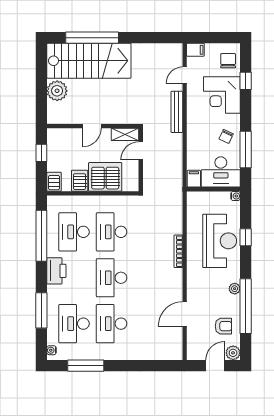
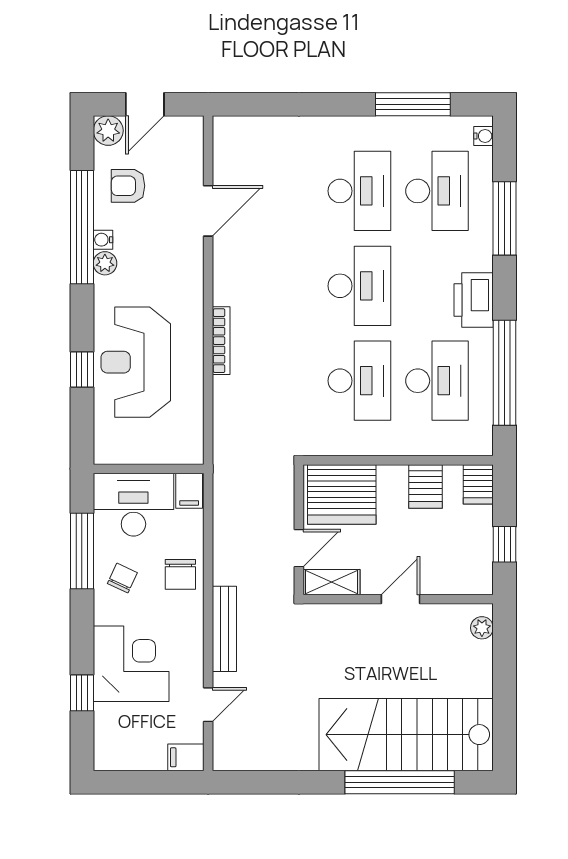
chair: (228, 61) -> (180, 574), moved
plant: (57, 91) -> (482, 628), moved, width x0.53, depth x0.53
server rack: (105, 177) -> (342, 494), moved
water cooler: (236, 196) -> (103, 240), moved

